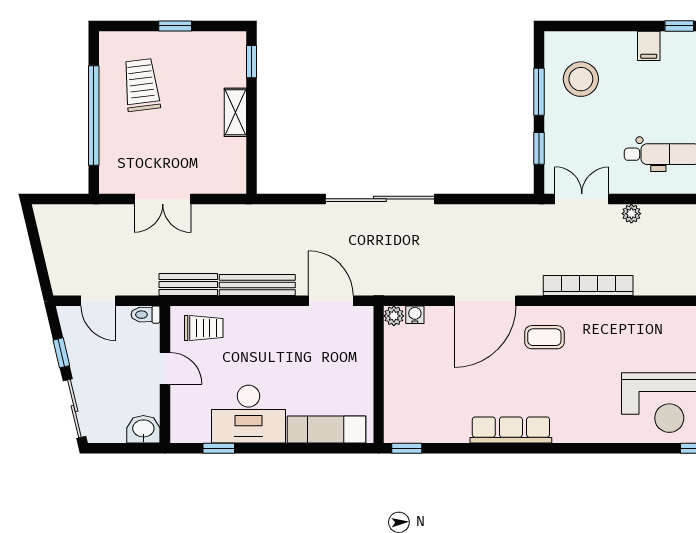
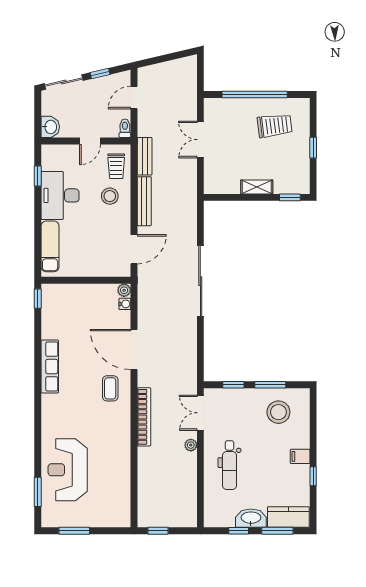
double door: (582, 199) -> (200, 413), swing flipped
stool: (249, 338) -> (110, 196), added

